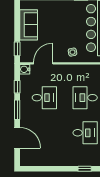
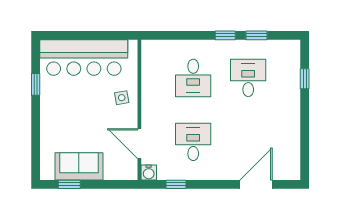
window: (17, 49) -> (69, 184), moved
window: (17, 110) -> (212, 184), removed

